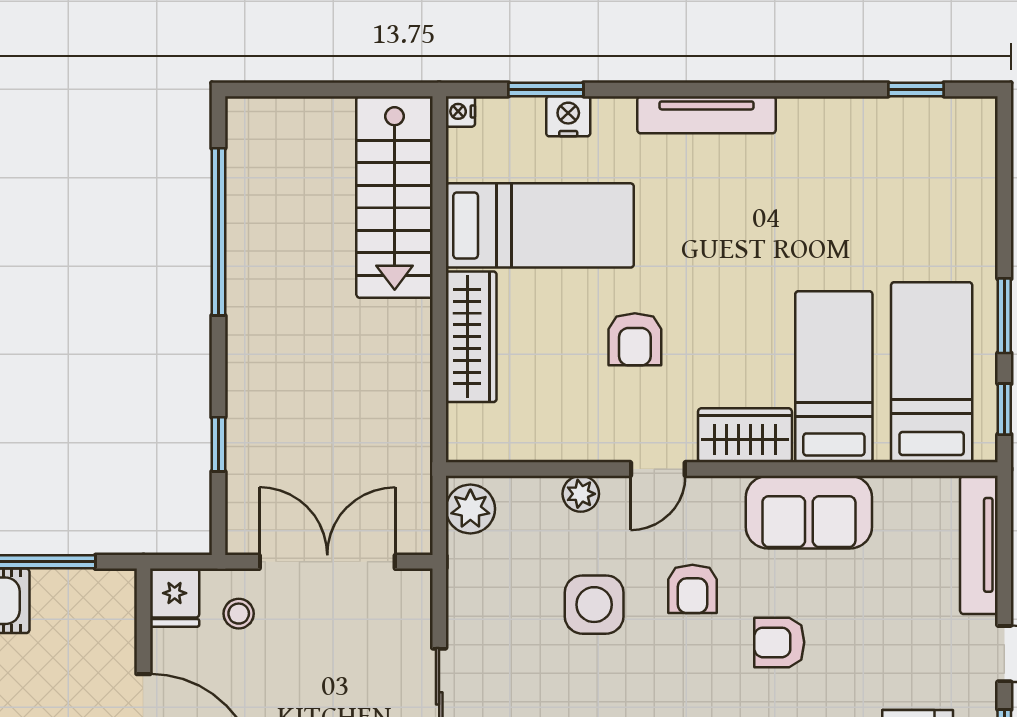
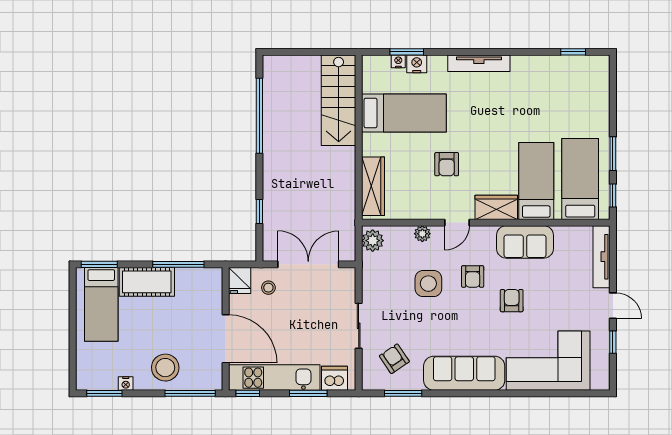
nightstand: (460, 111) -> (398, 61), moved, turned 90
wardrobe: (471, 337) -> (373, 186), moved
armchair: (779, 642) -> (512, 301), turned 90

